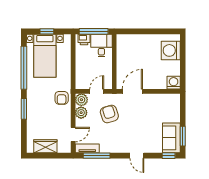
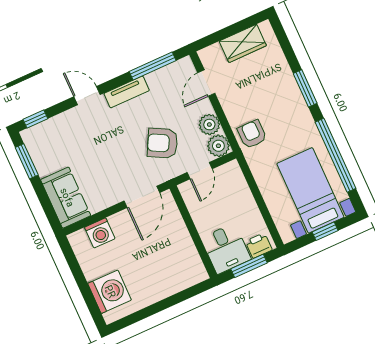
window: (94, 31) -> (249, 266), width x0.69
washing machine: (174, 83) -> (100, 233), moved
armchair: (109, 114) -> (162, 143), turned 135
sofa: (171, 138) -> (66, 198), moved
tv unit: (87, 148) -> (127, 92), moved

